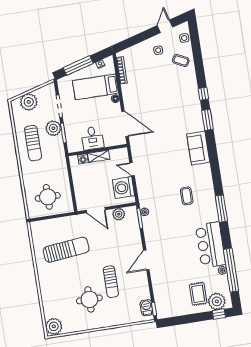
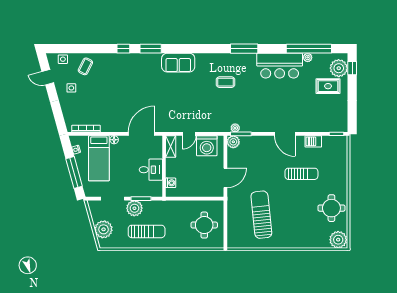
shelving: (99, 156) -> (171, 146), moved
plant: (119, 214) -> (233, 142), moved
round table: (89, 299) -> (331, 208), moved
barbecue: (147, 308) -> (313, 141), moved

